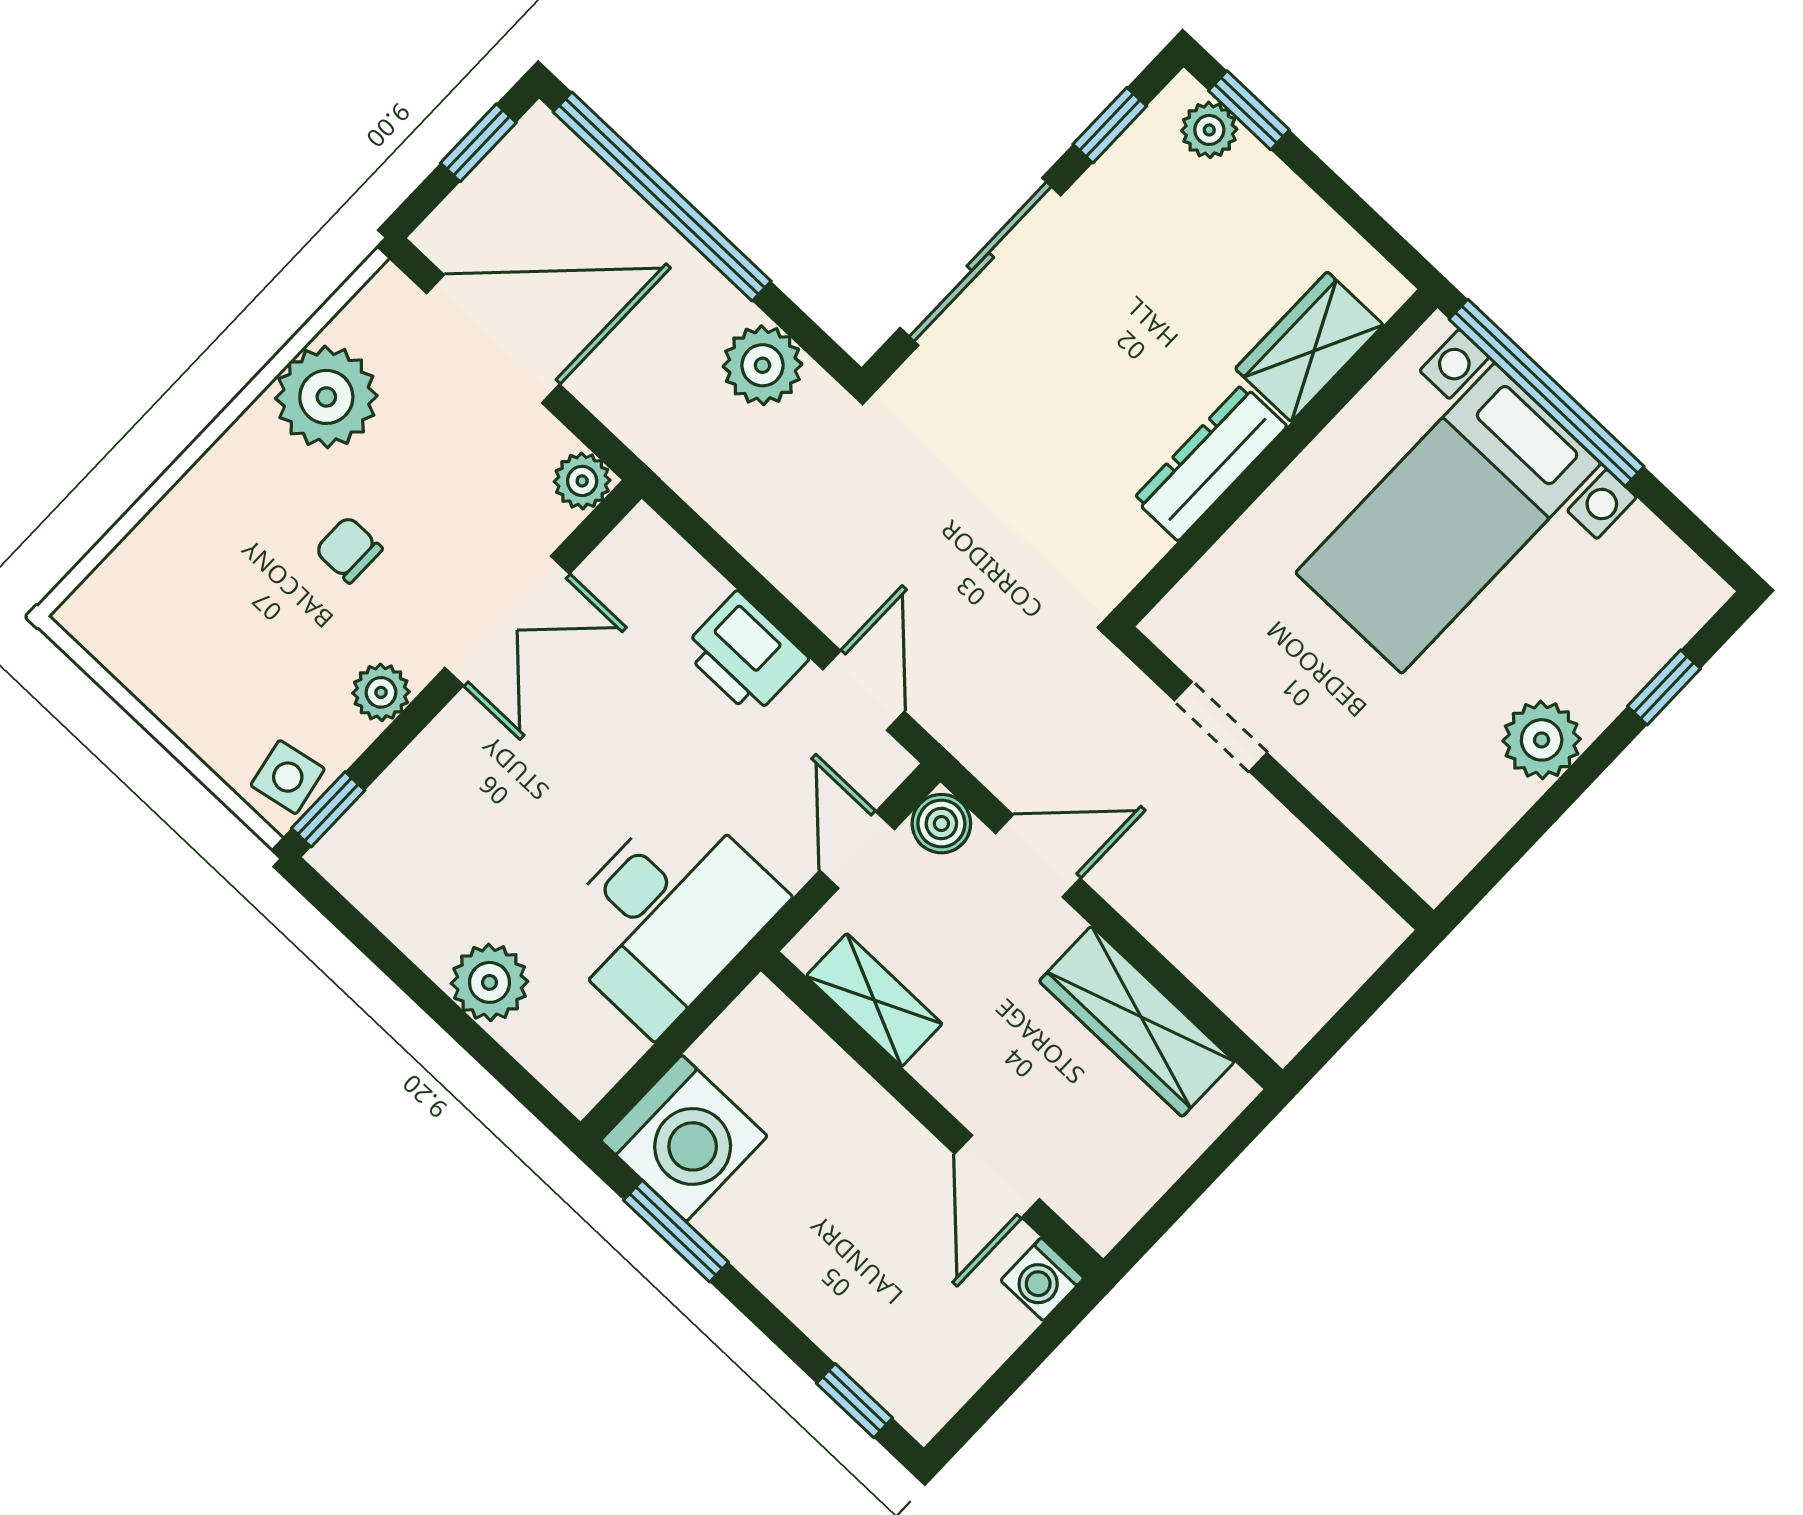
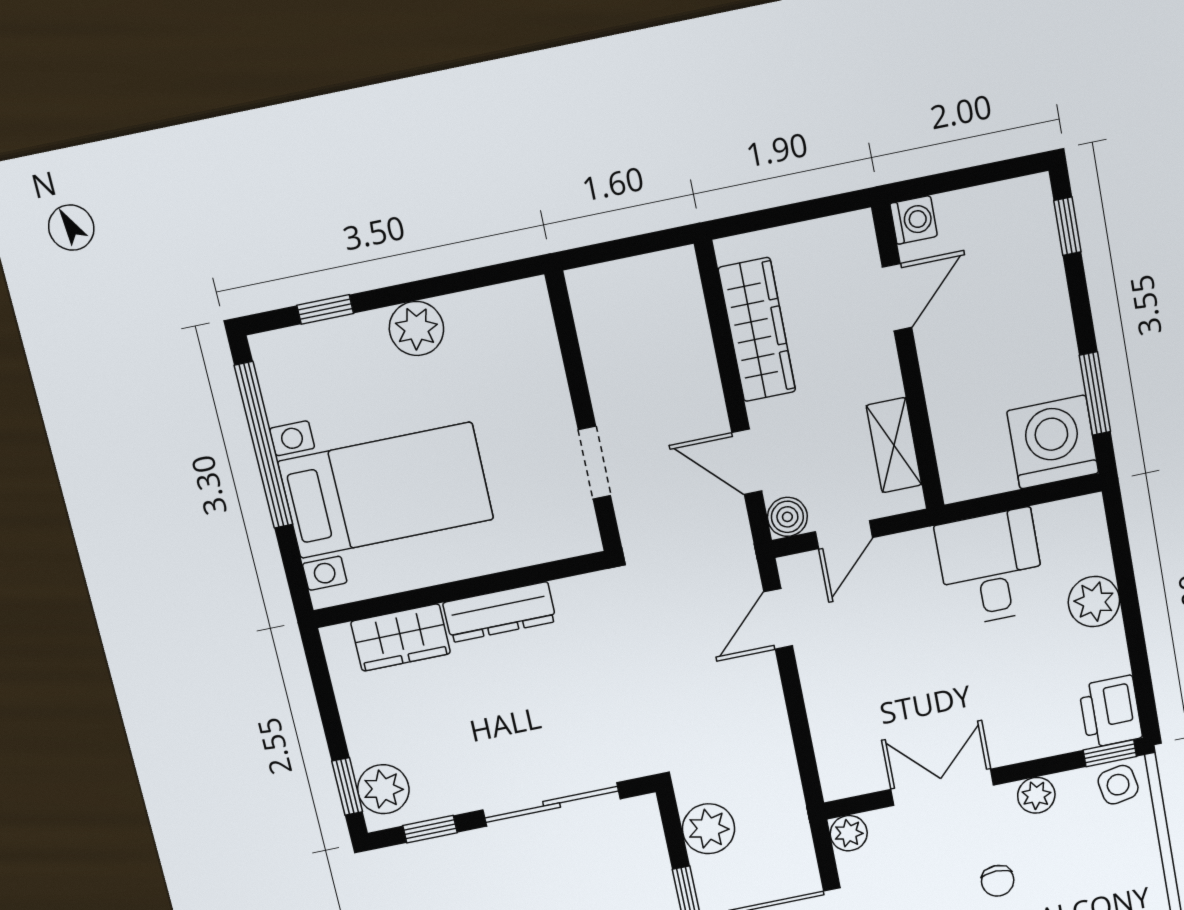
plant: (1209, 130) -> (383, 789), width x1.38, depth x1.38
window: (1547, 393) -> (264, 445), moved
printer: (745, 654) -> (1110, 712), moved, turned 180
desk: (667, 916) -> (991, 567), width x0.73

